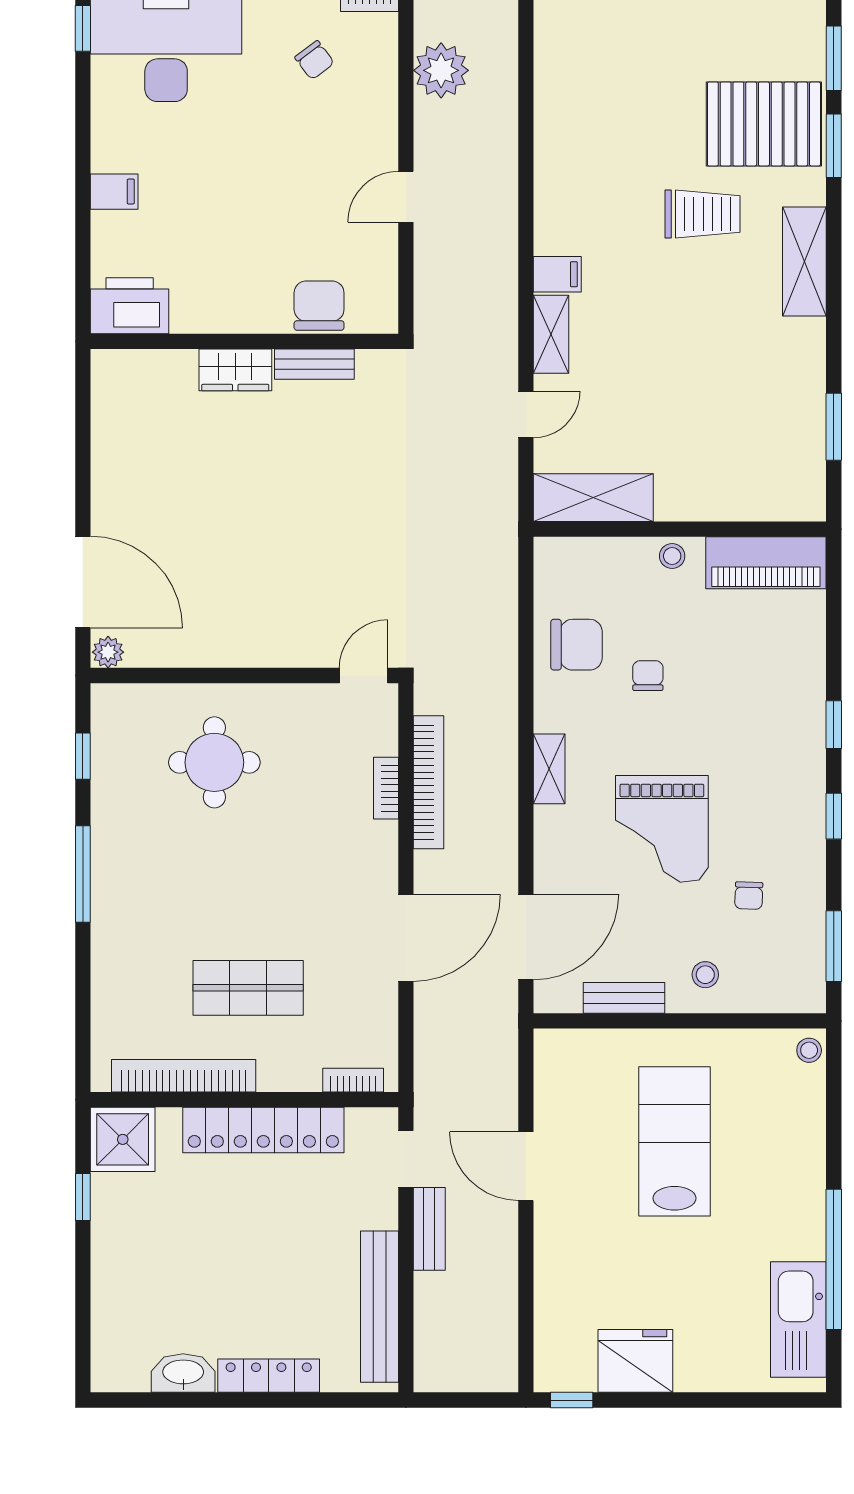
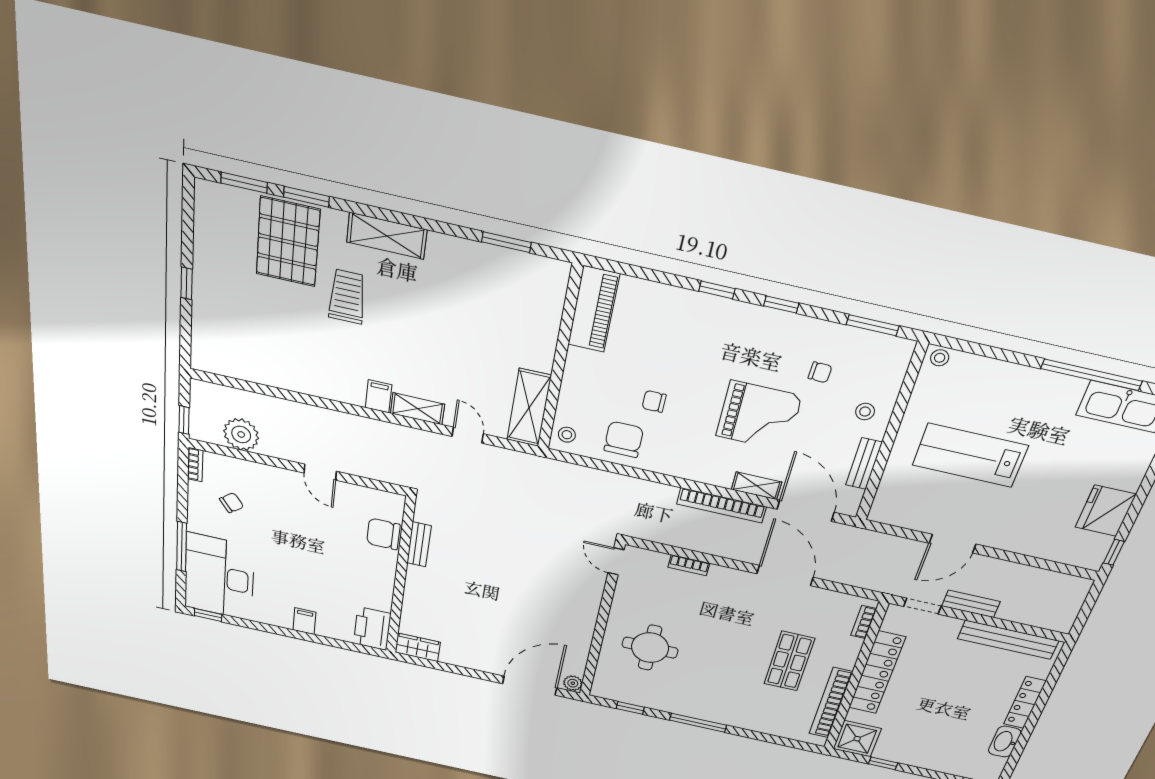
wardrobe: (235, 370) -> (418, 647), moved, turned -90
stool: (672, 556) -> (567, 435), moved
shelving: (549, 769) -> (757, 486), moved
bookcase: (428, 782) -> (721, 505), moved, turned 180

